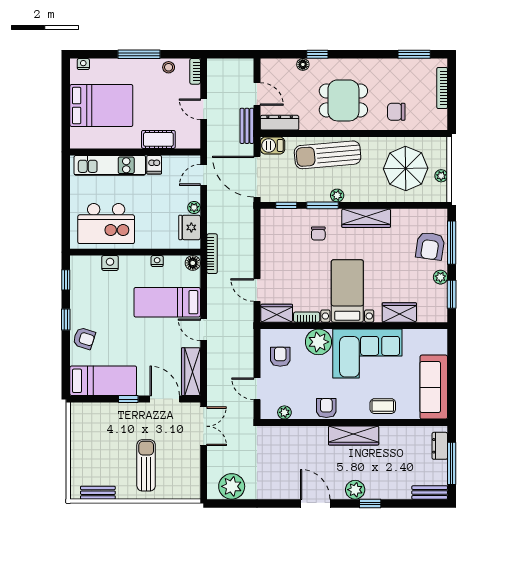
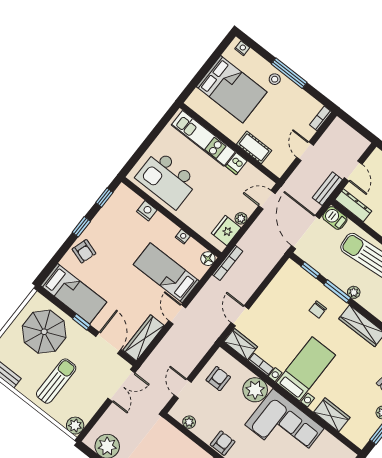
stool: (169, 67) -> (275, 79), moved
parasol: (104, 432) -> (44, 332), added
plant: (191, 490) -> (75, 426), added

